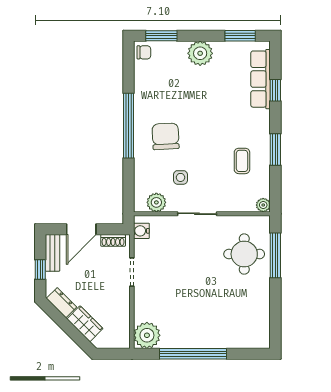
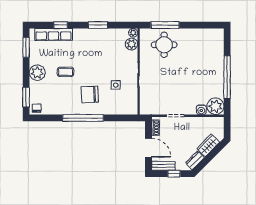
coffee table: (242, 161) -> (65, 72), moved
plant: (156, 202) -> (131, 44), moved
water cooler: (141, 231) -> (201, 110), moved

